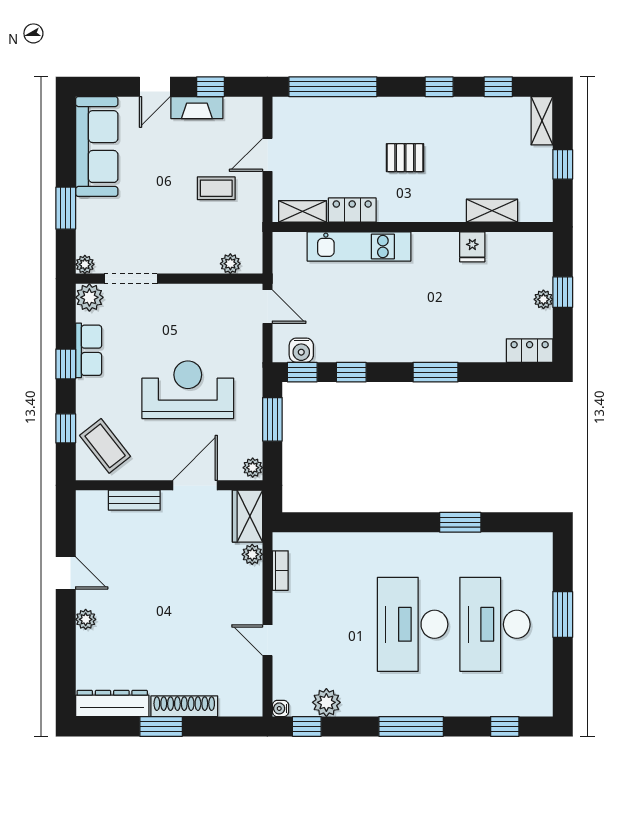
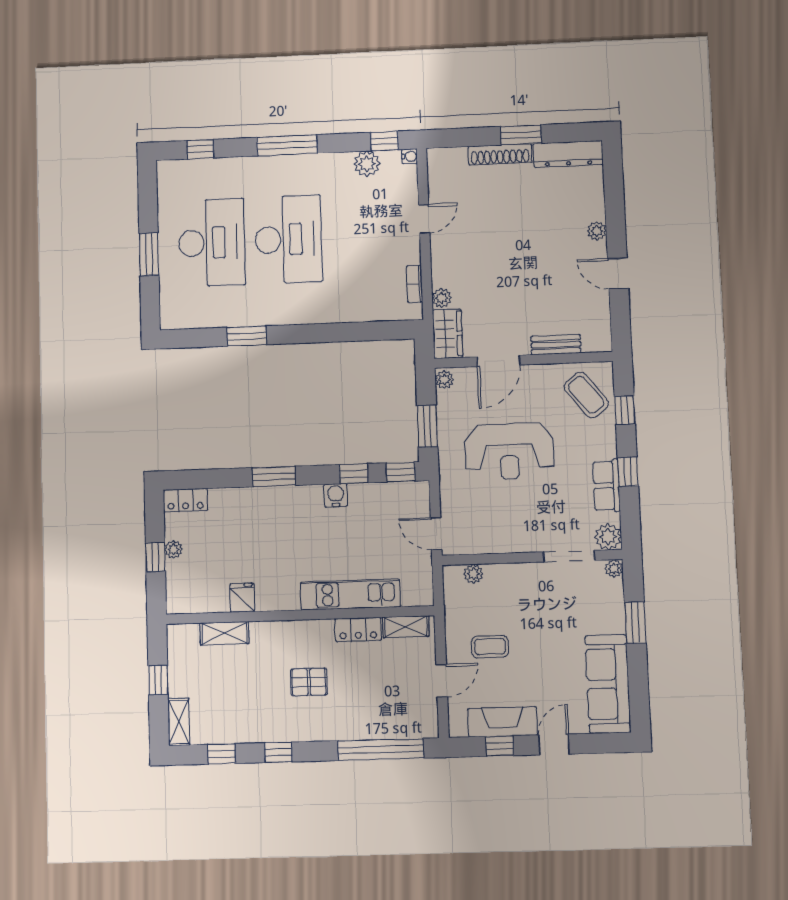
fireplace: (197, 108) -> (503, 722), width x1.37, depth x1.32
water cooler: (301, 350) -> (336, 495), moved
door: (267, 640) -> (424, 219), hinge flipped

